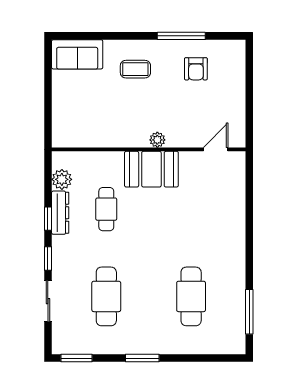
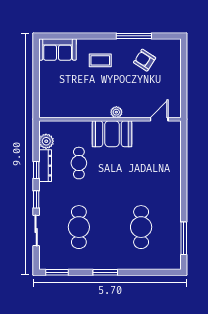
armchair: (196, 69) -> (145, 60), turned 123

